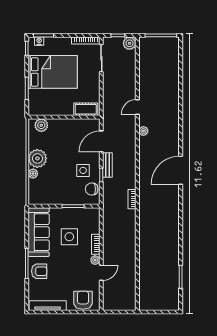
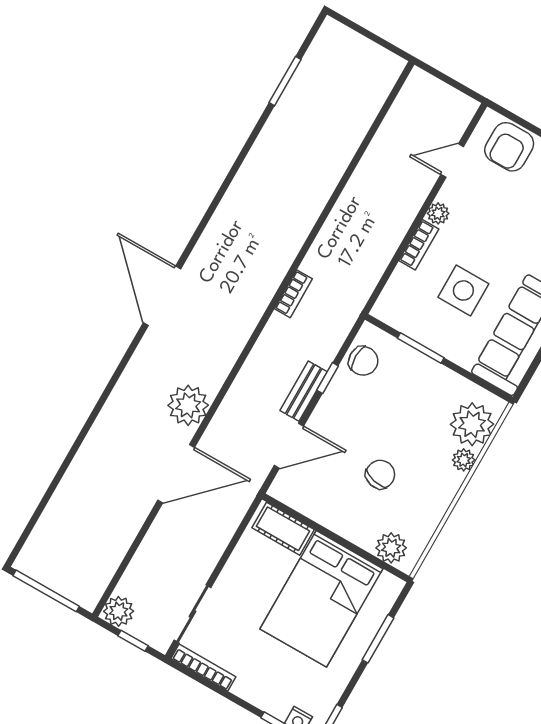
bed: (53, 72) -> (321, 599), moved, turned -90
door: (137, 107) -> (176, 474), width x1.87
plant: (143, 131) -> (188, 405), width x1.88, depth x1.88
chair: (61, 150) -> (380, 474), added
plant: (37, 158) -> (472, 424), moved
side table: (83, 170) -> (359, 408), removed
door: (181, 170) -> (162, 296), swing flipped
door: (101, 273) -> (452, 161), moved

